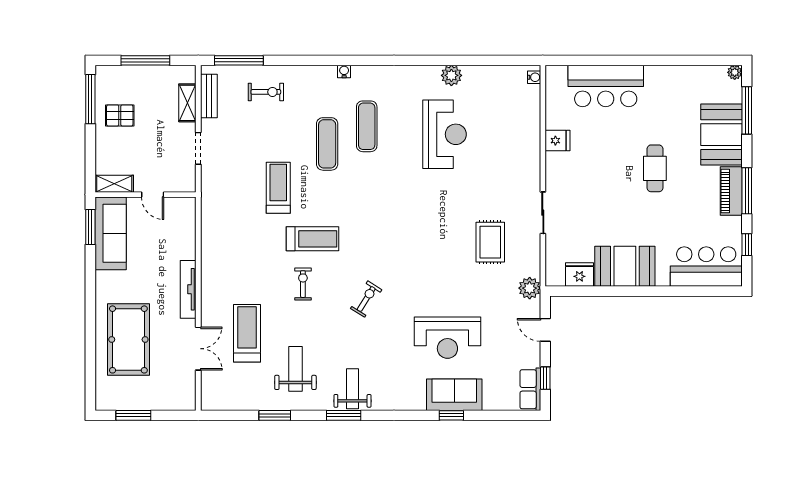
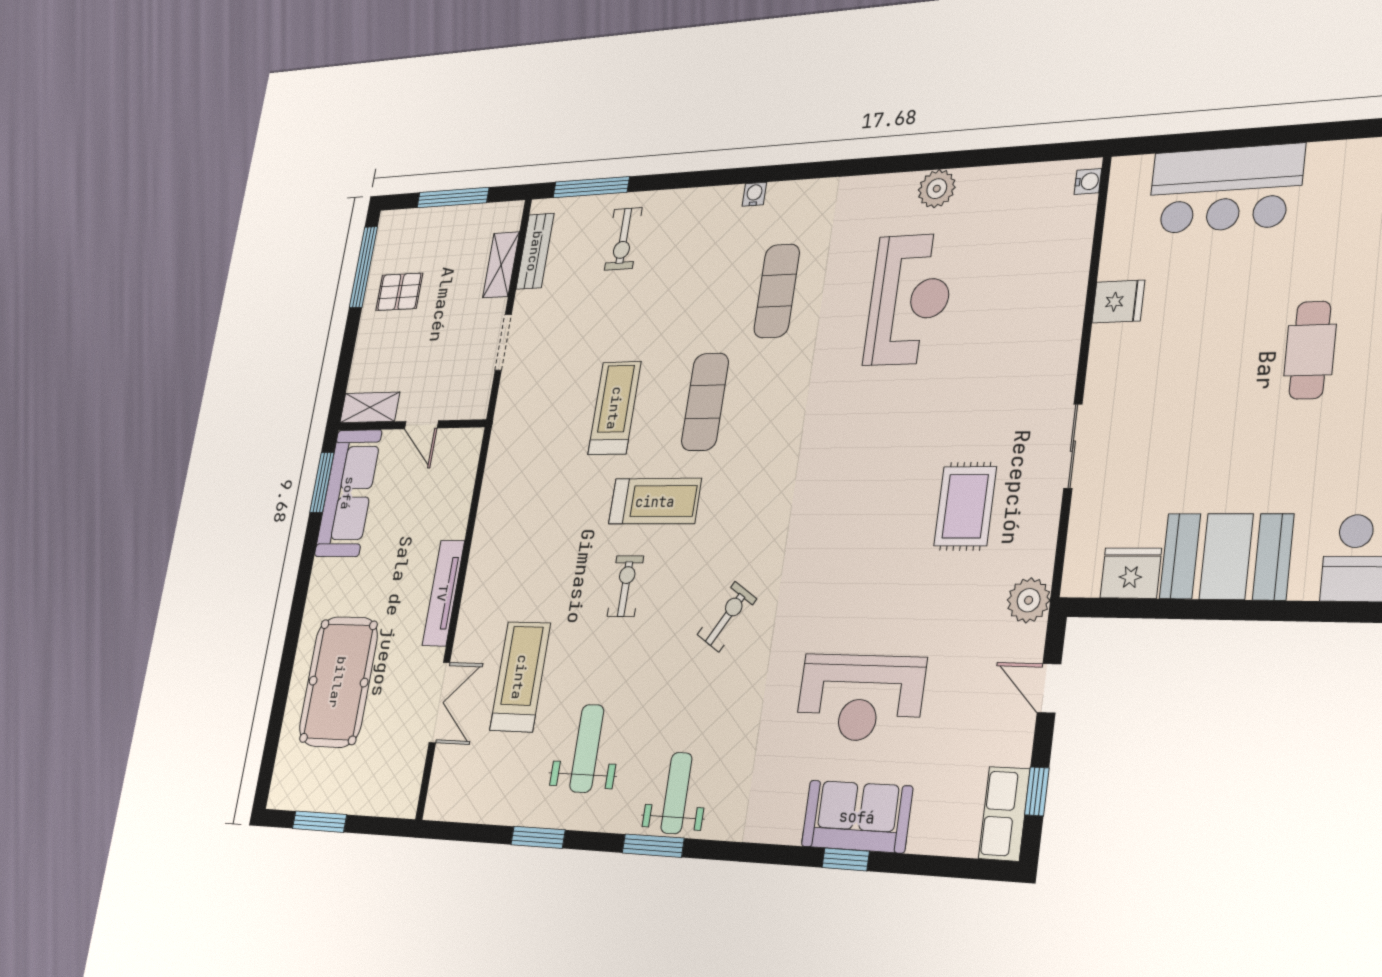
exercise bike: (266, 92) -> (623, 239), turned 90
exercise mat: (327, 144) -> (705, 402), moved

